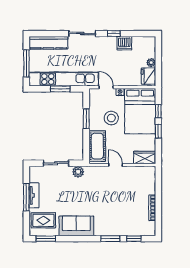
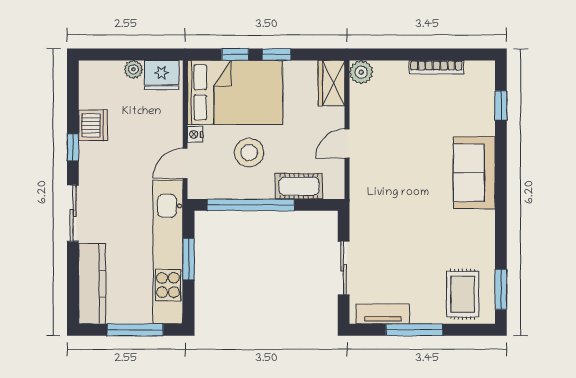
window: (86, 119) -> (251, 205), width x2.11
cot: (97, 146) -> (299, 186), width x0.73, depth x0.75
plant: (78, 172) -> (361, 72), moved
tv unit: (34, 195) -> (383, 314), moved
sofa: (76, 226) -> (474, 173), moved
window: (110, 239) -> (501, 155), removed

